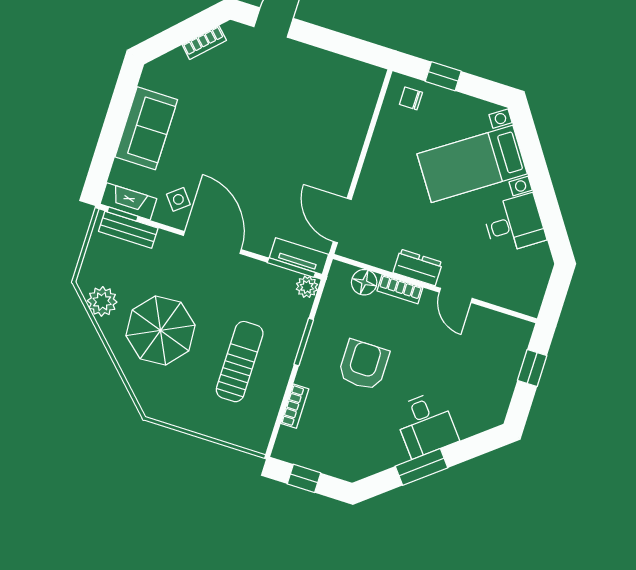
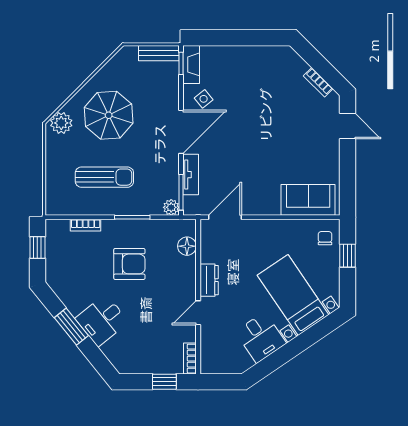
sofa: (146, 128) -> (308, 200), moved, turned 180
bench: (128, 230) -> (159, 53), moved, turned 90
tv unit: (299, 256) -> (191, 175), moved
bookcase: (400, 289) -> (190, 359), moved
plant: (102, 301) -> (61, 123), moved

